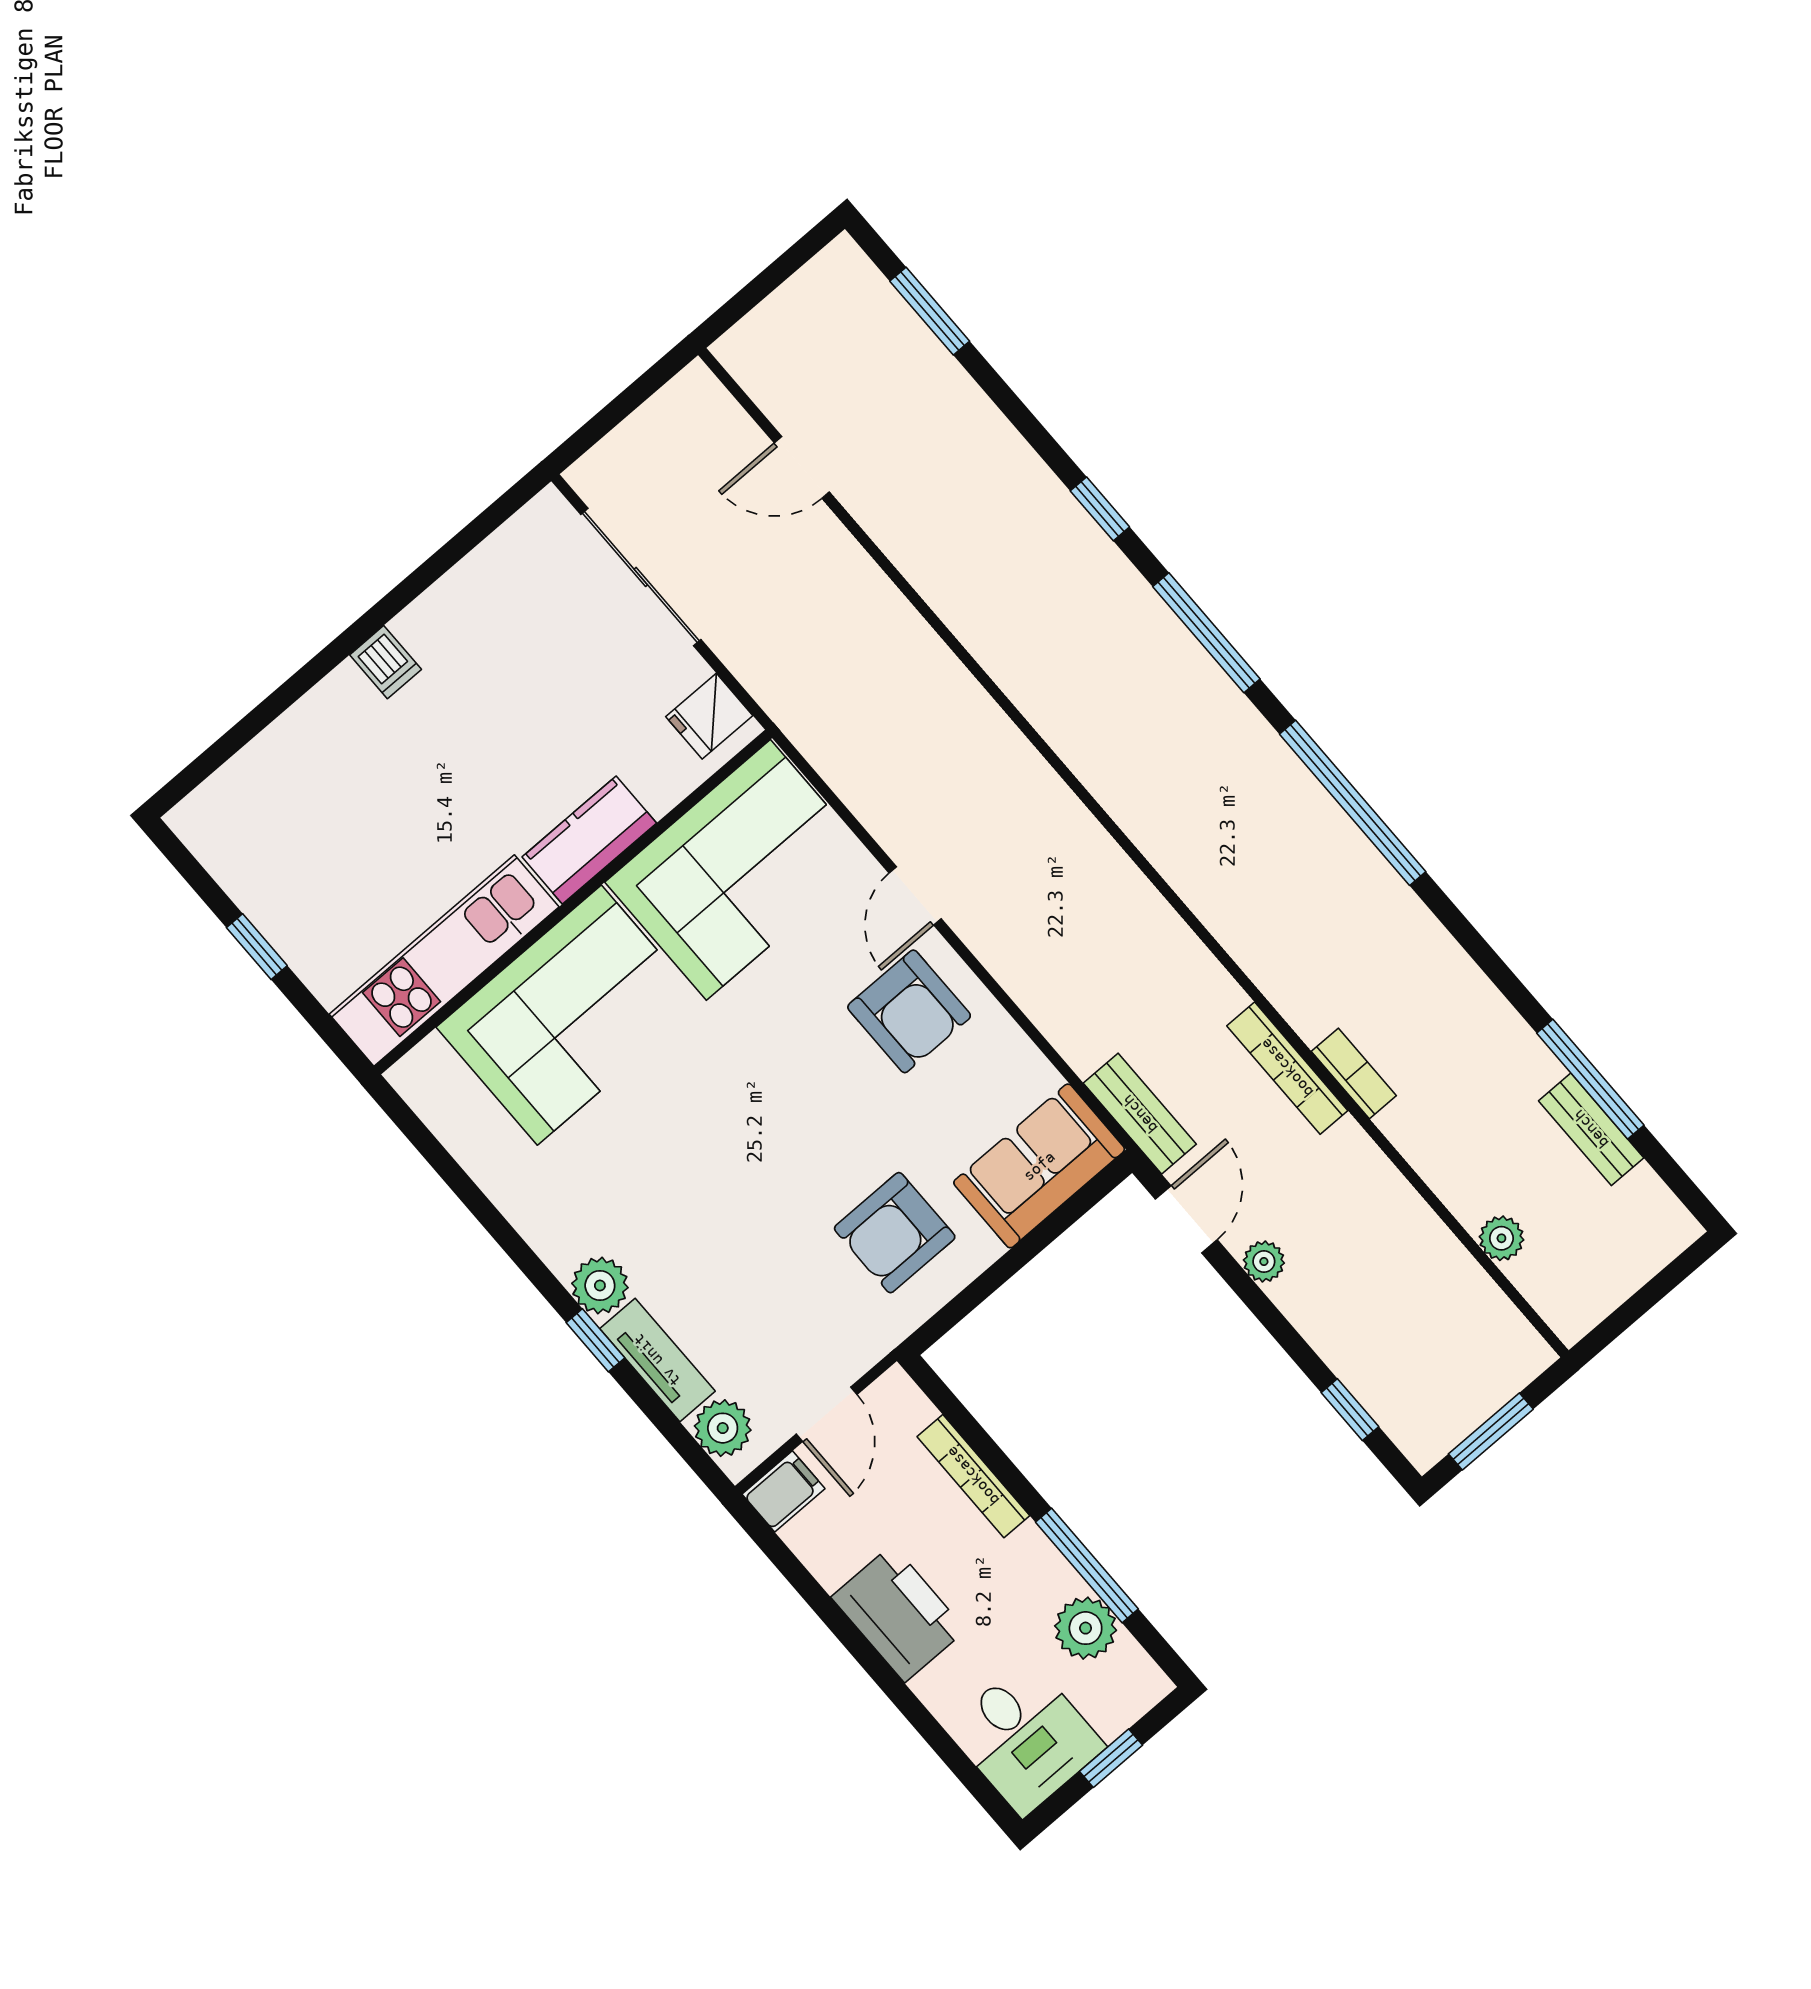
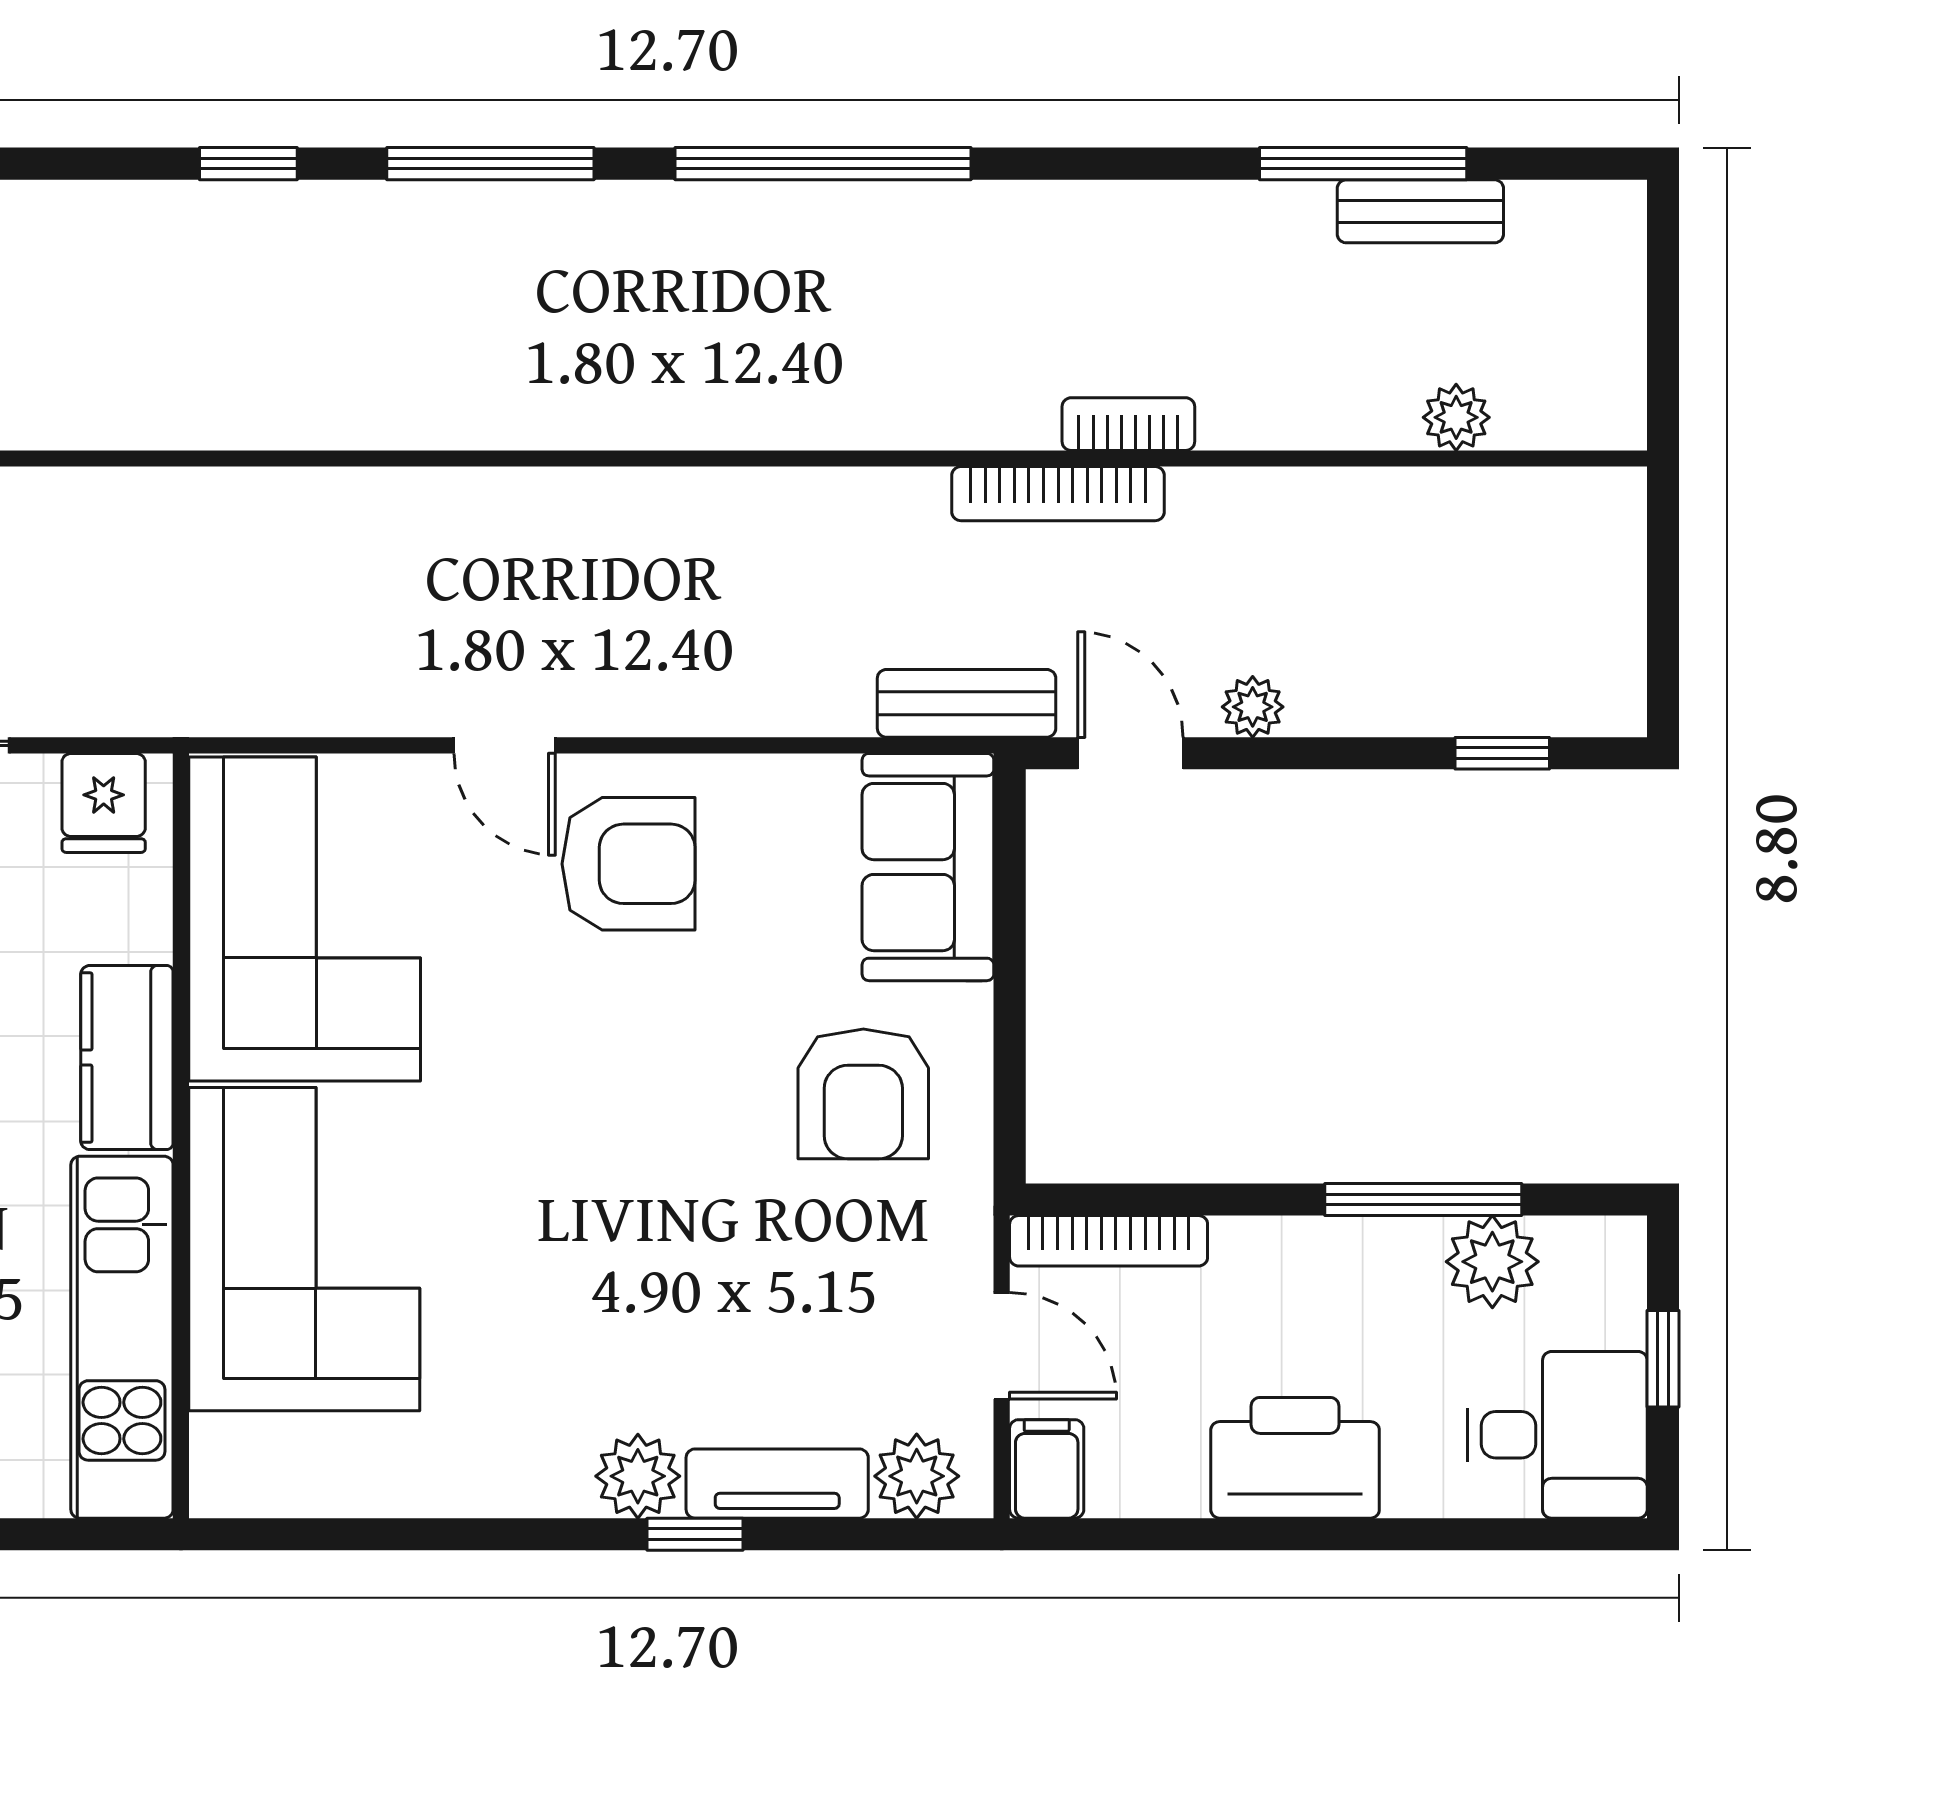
window: (1491, 1431) -> (1663, 616), removed
bookcase: (973, 1476) -> (1109, 1241), moved

